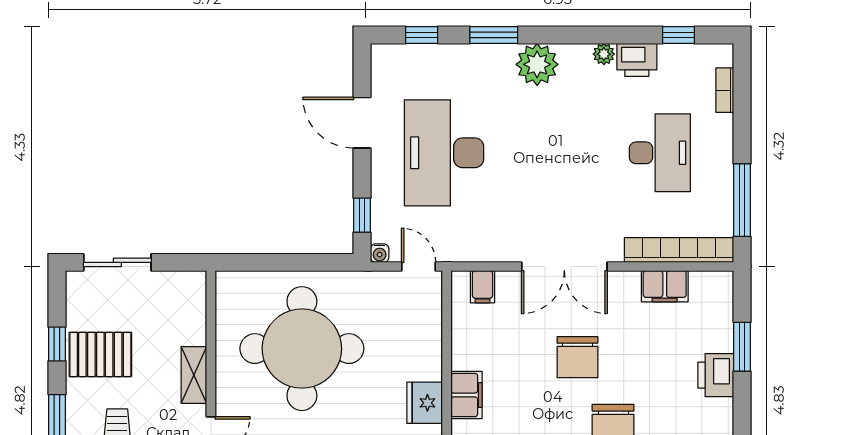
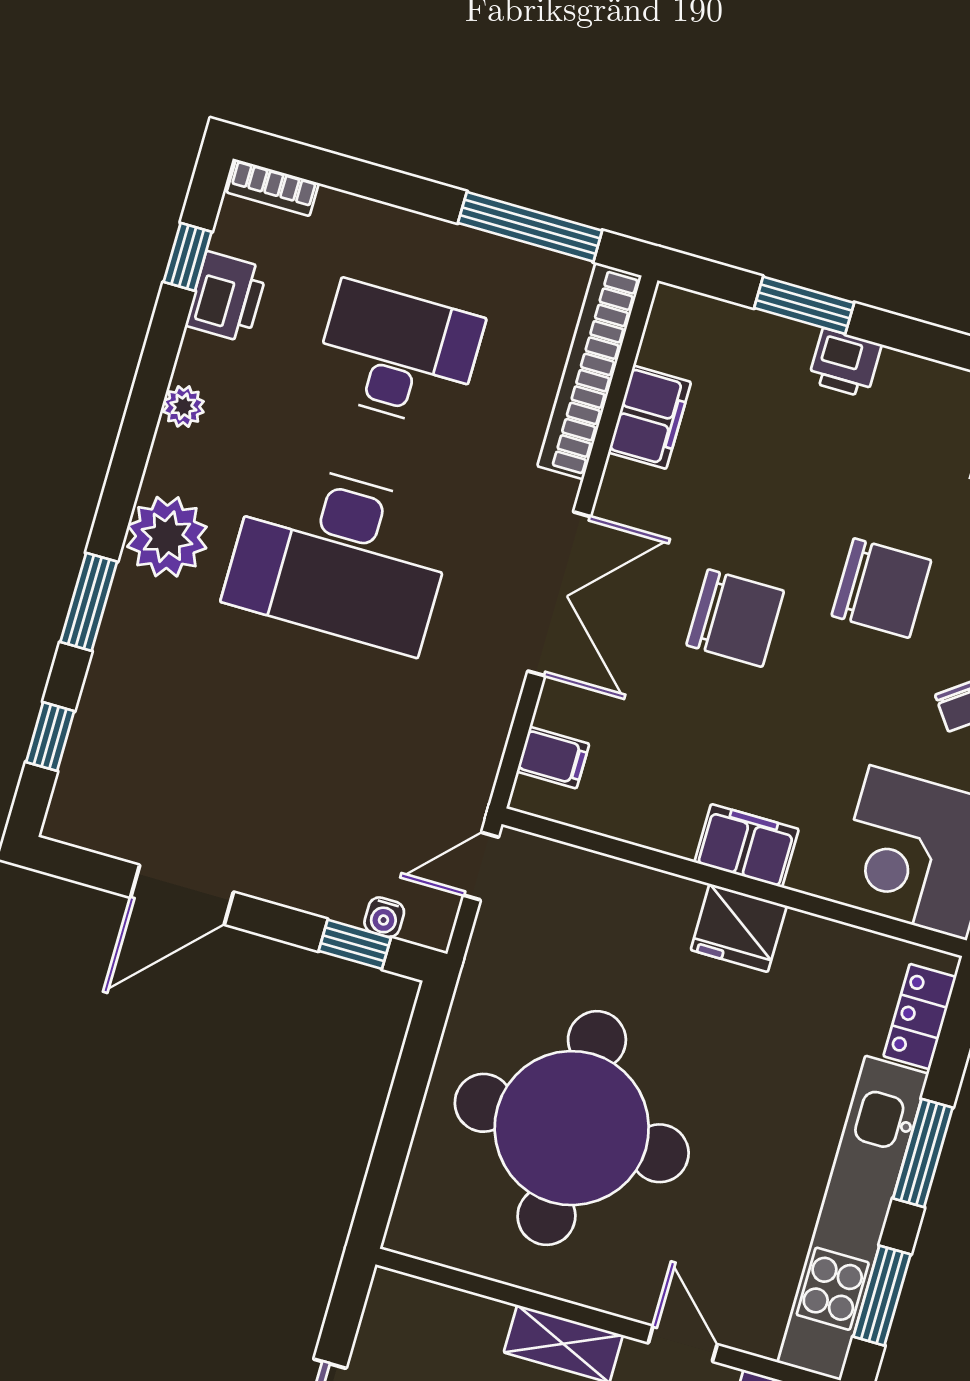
printer: (637, 60) -> (227, 297), moved
bookcase: (725, 90) -> (273, 188), moved
desk: (444, 153) -> (340, 556), moved
water cooler: (380, 253) -> (384, 917), moved, turned 90
printer: (716, 375) -> (845, 363), width x0.73, depth x0.81

